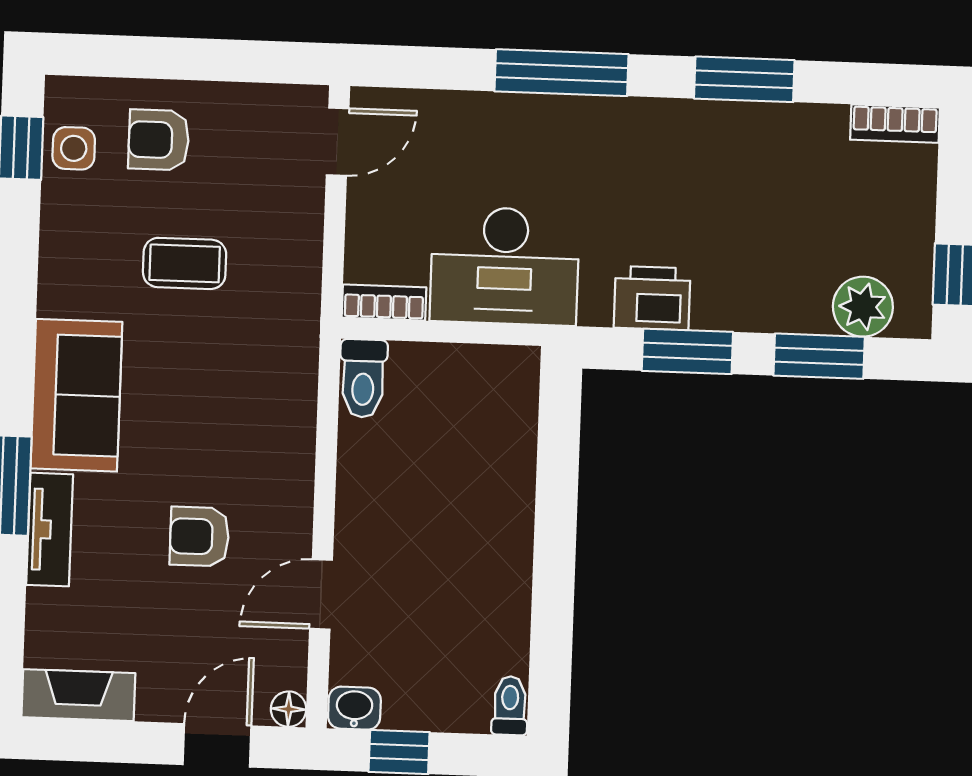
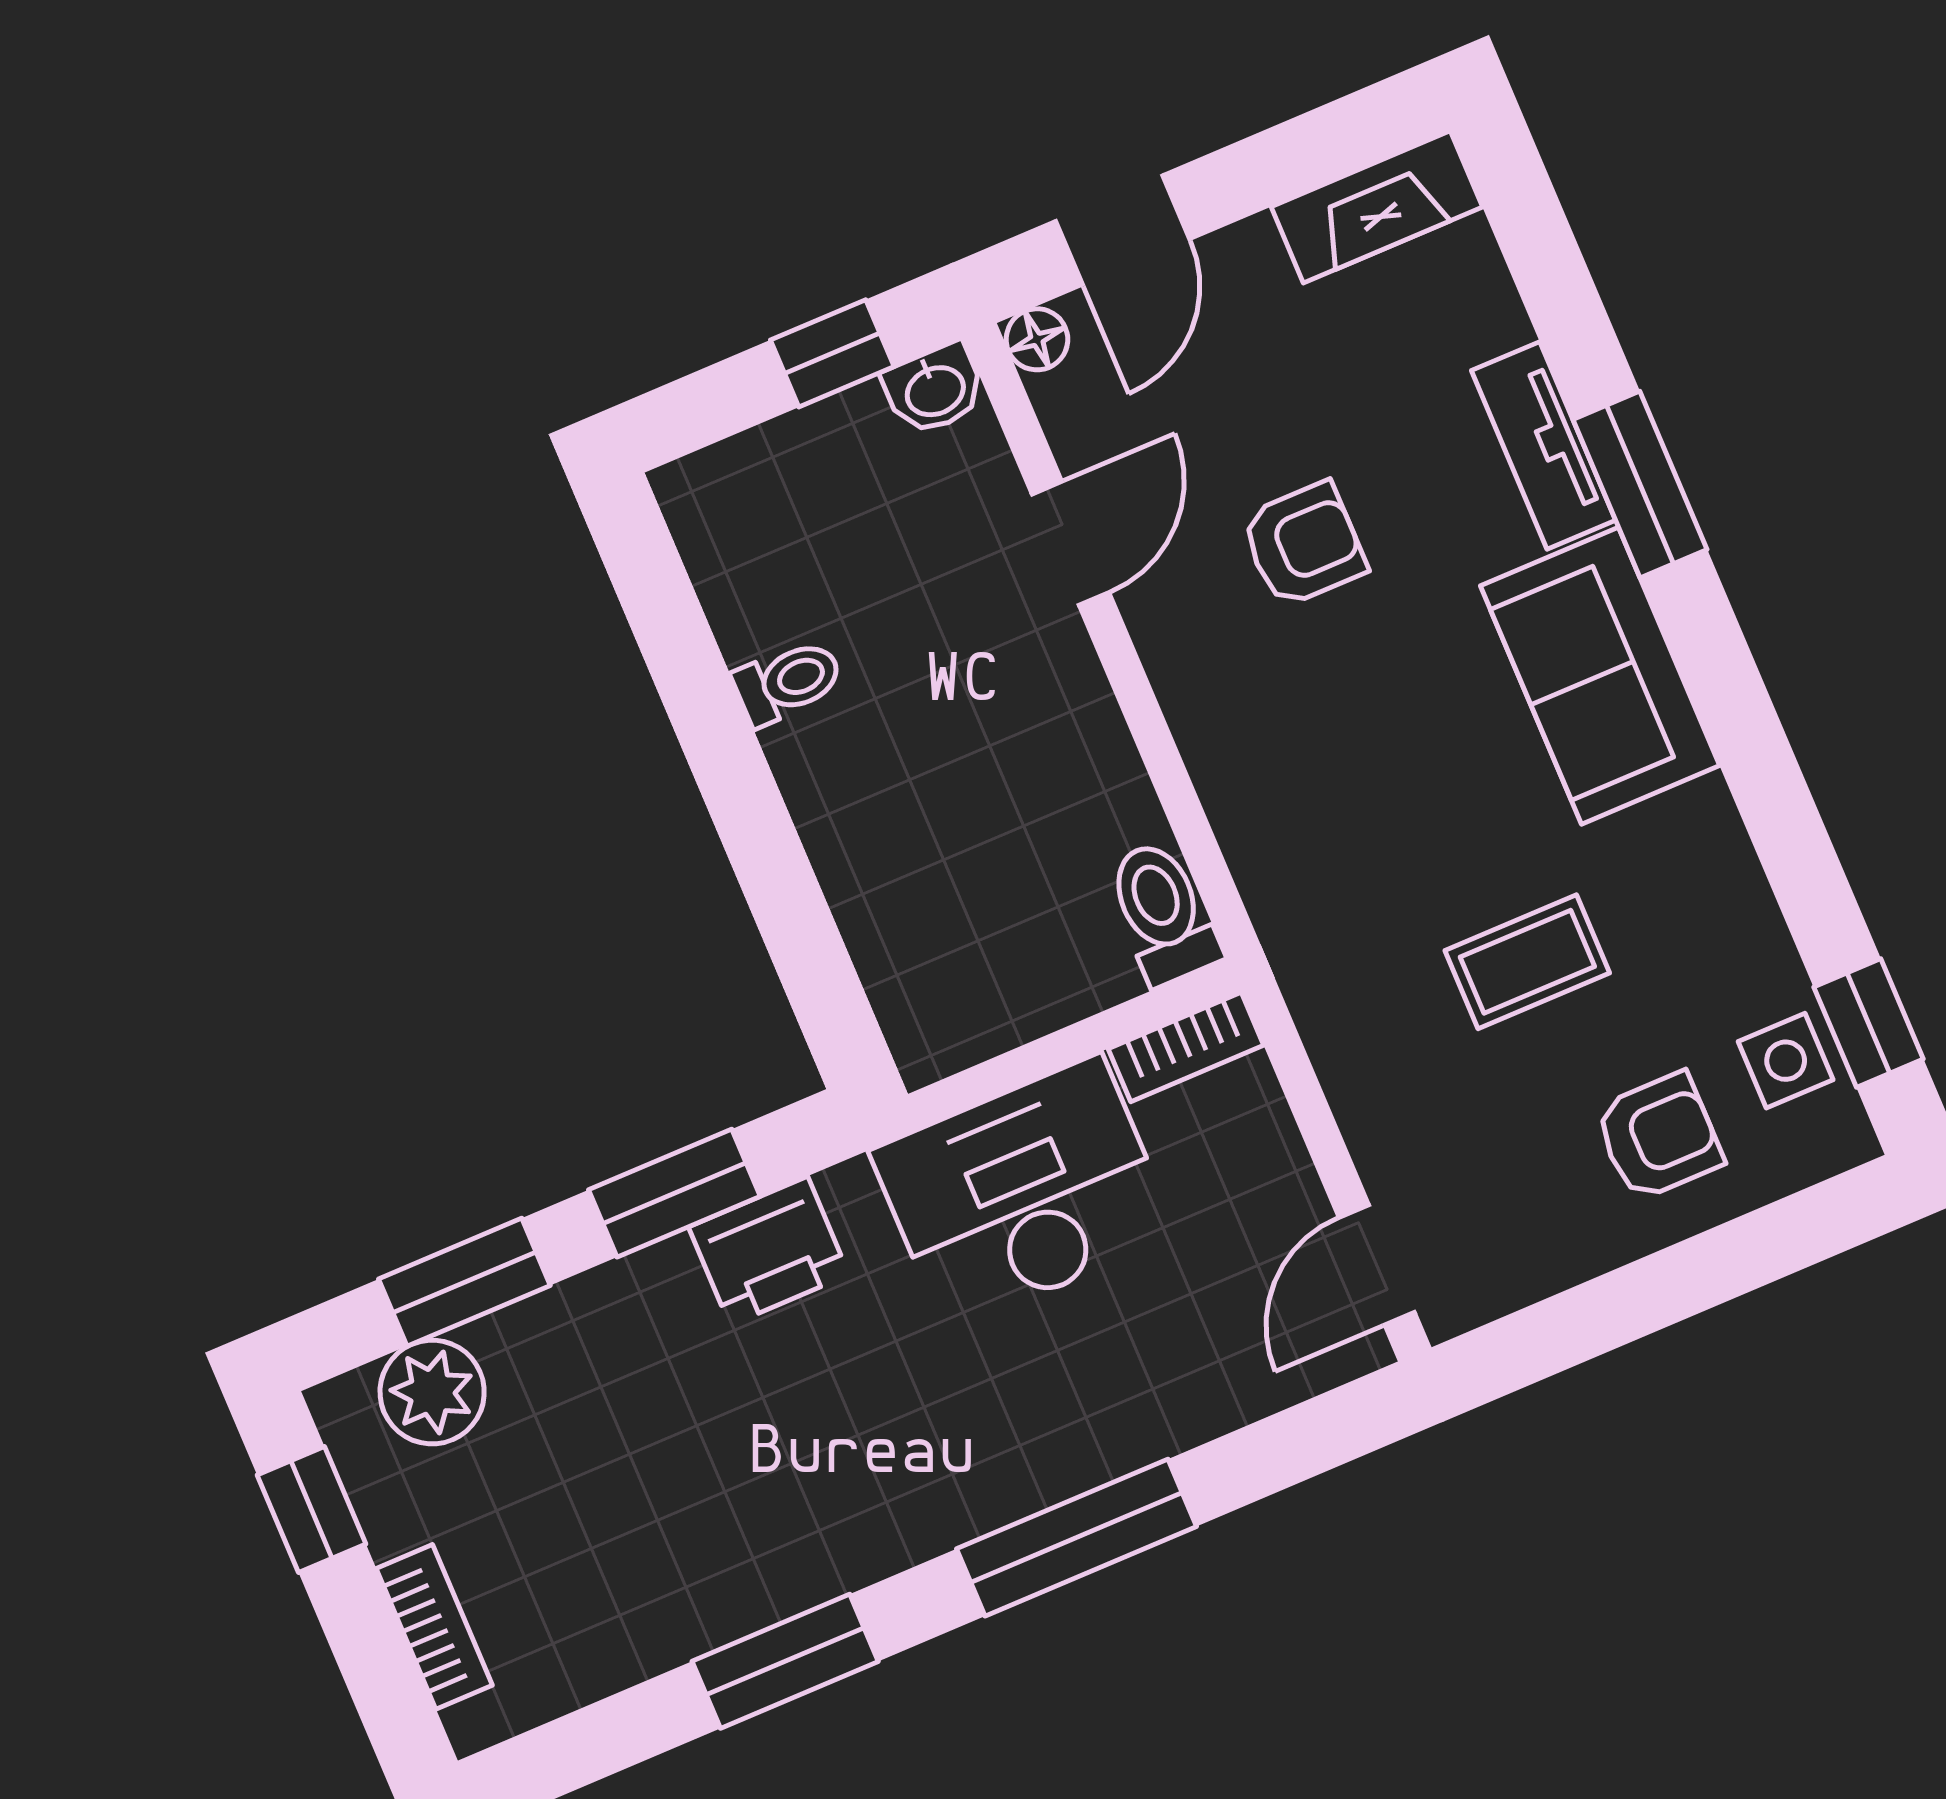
bookcase: (895, 124) -> (434, 1627), moved, turned 90
toilet: (510, 706) -> (788, 682), moved, turned -90

